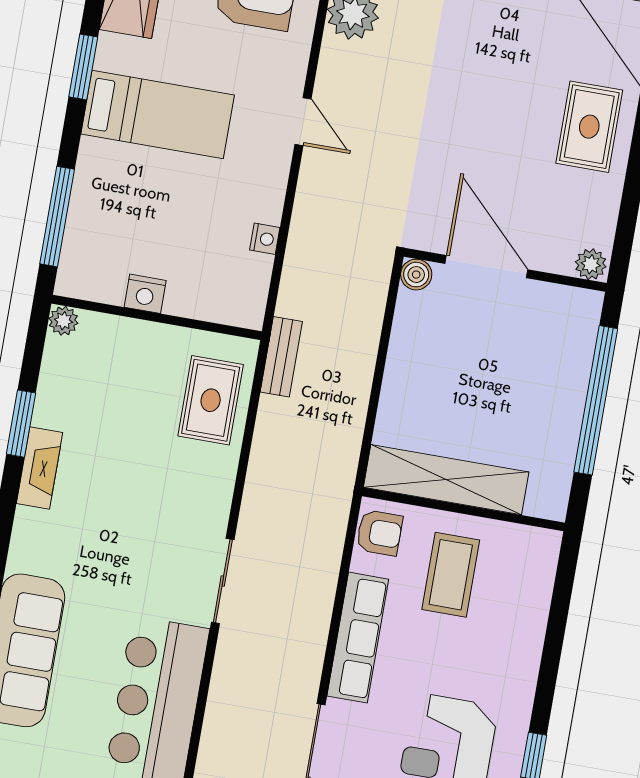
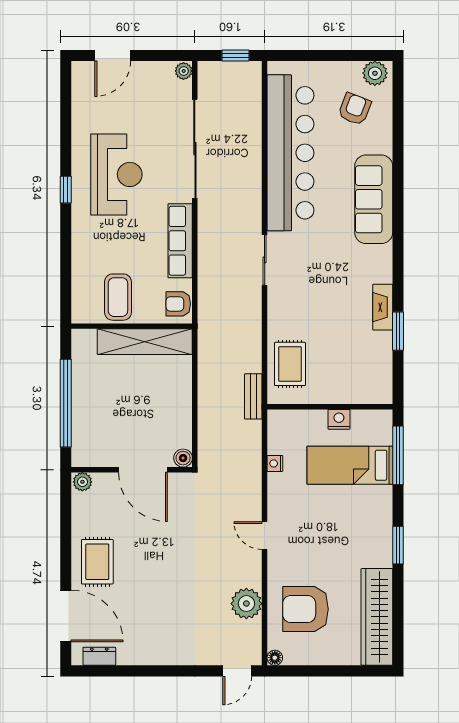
bed: (158, 115) -> (350, 465), moved
plant: (63, 321) -> (384, 395), removed
coffee table: (451, 575) -> (118, 297), moved

